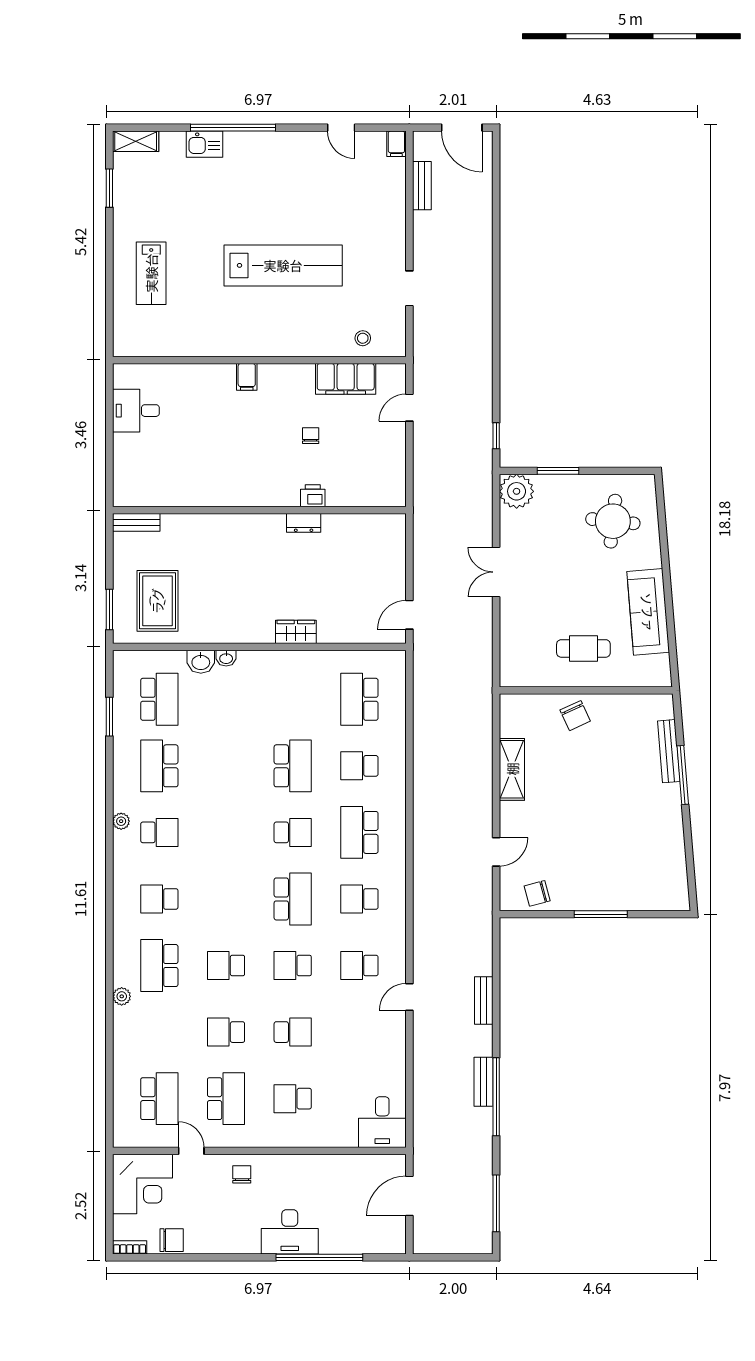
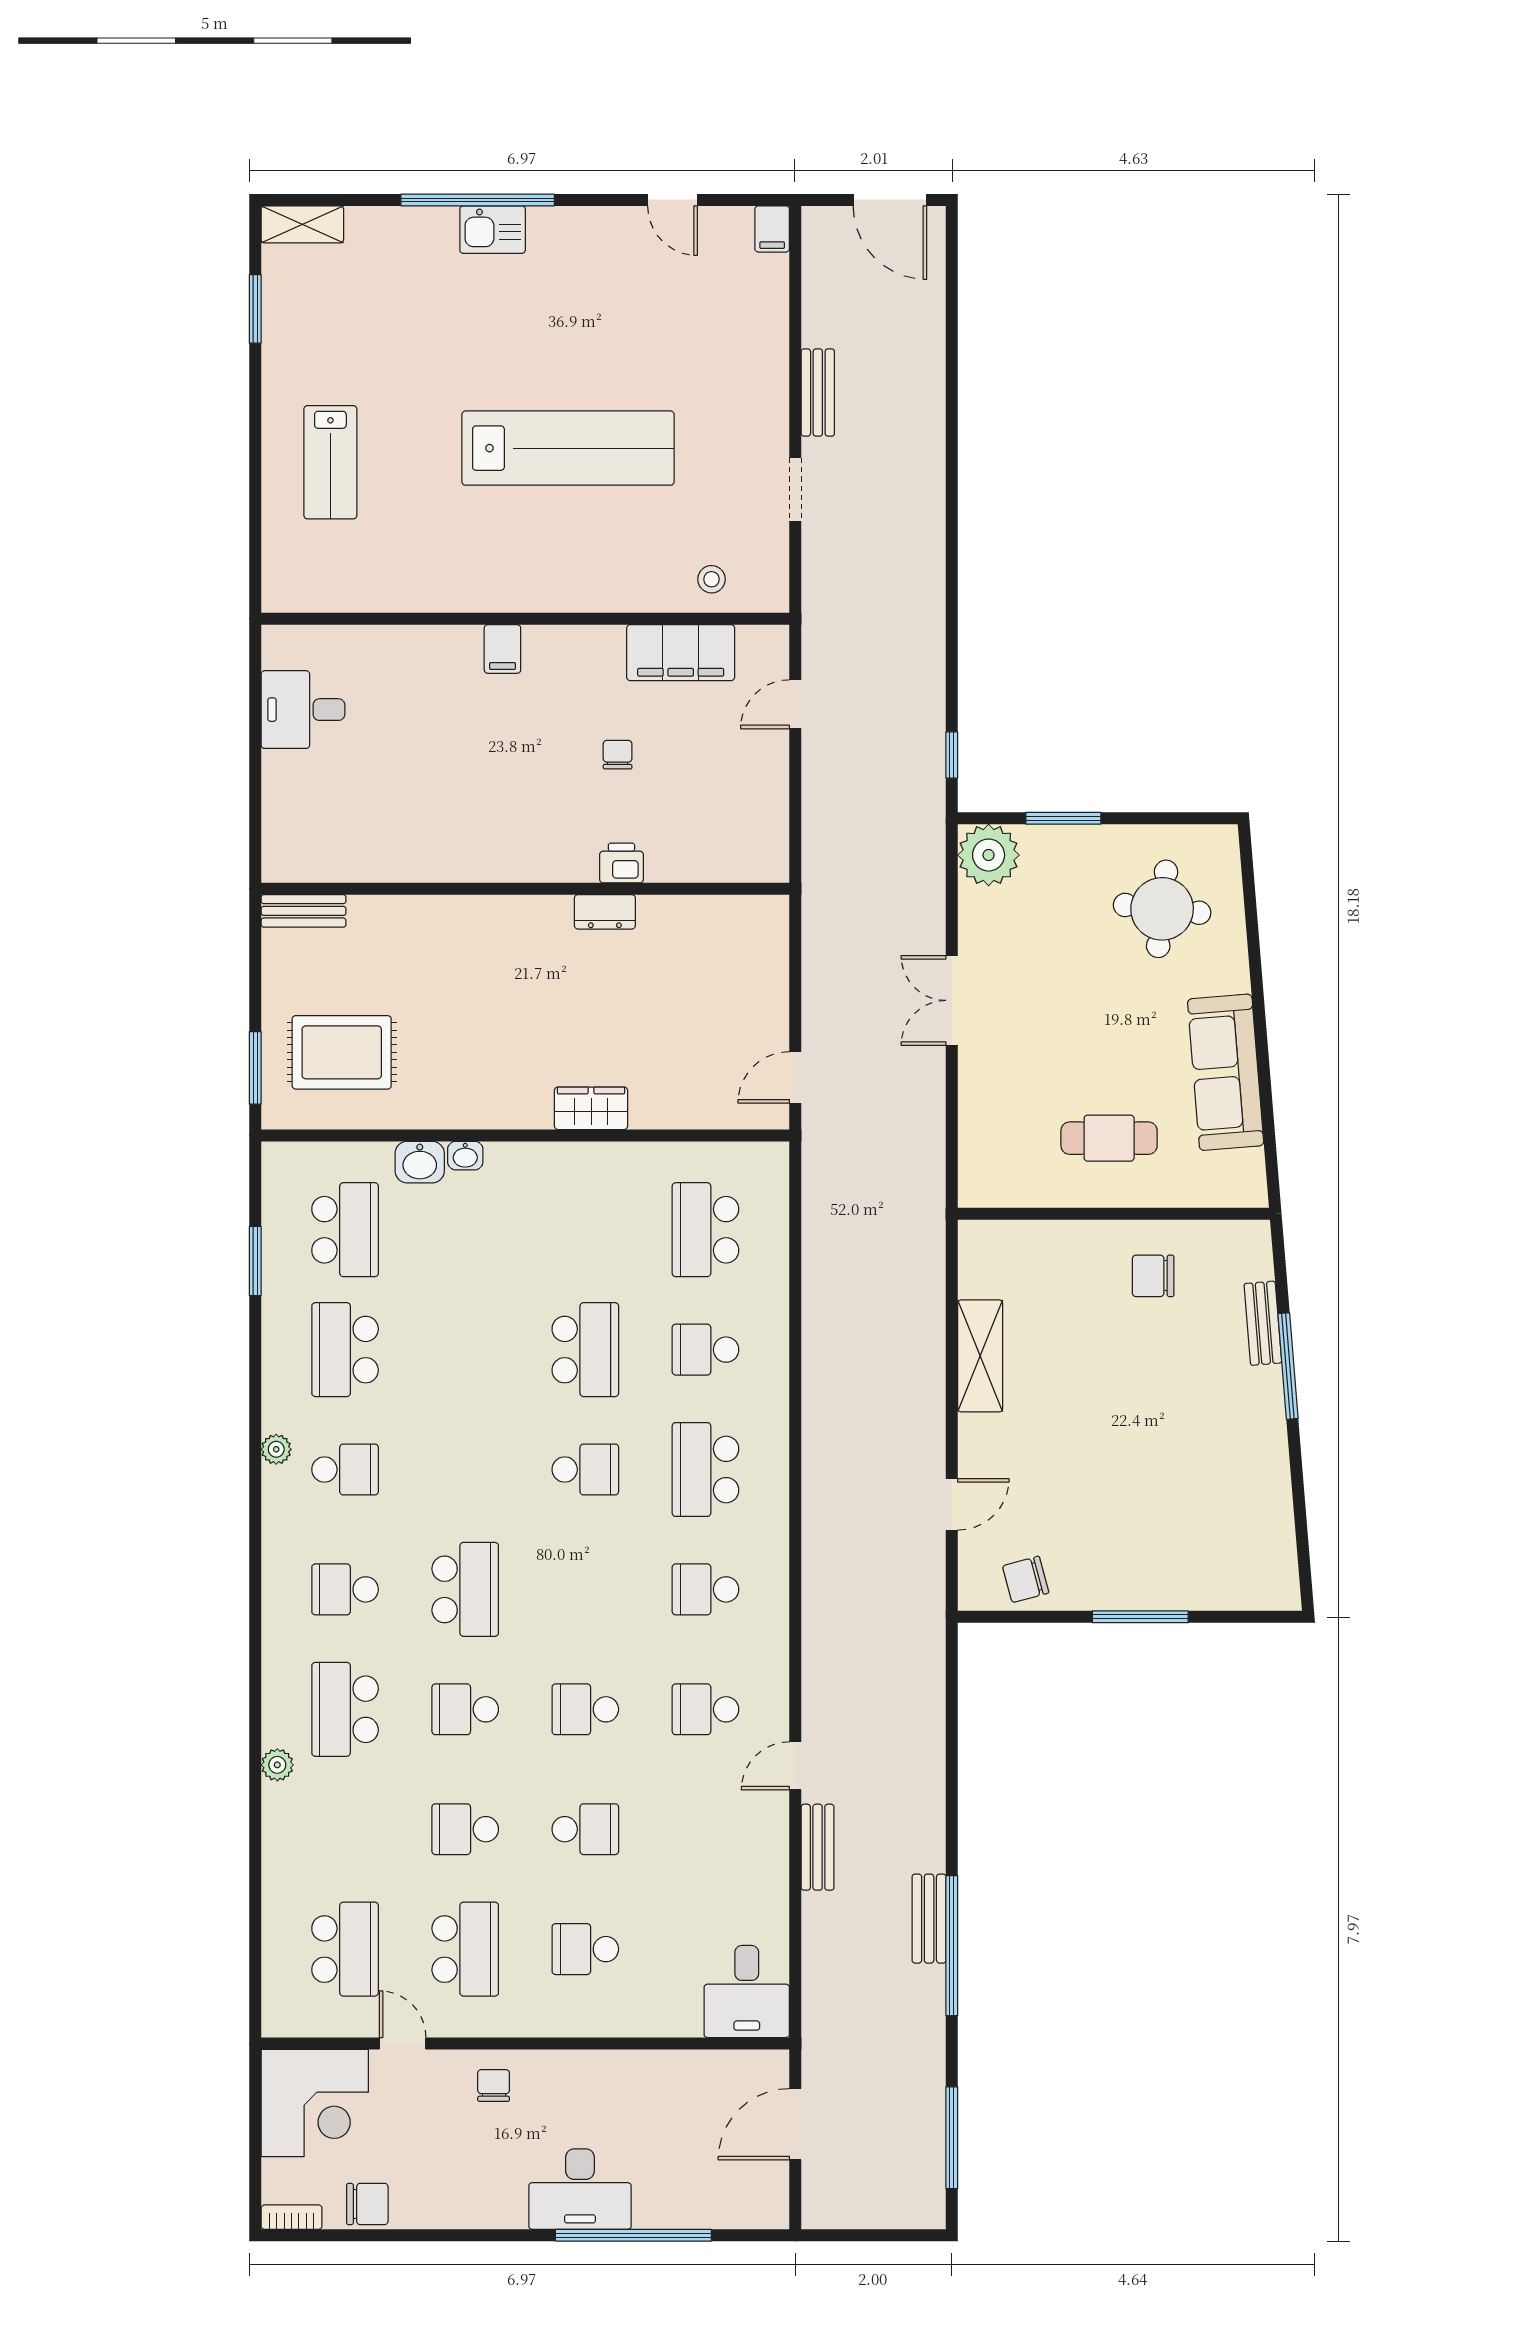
kitchen sink: (204, 144) -> (493, 230), moved
bench: (422, 186) -> (818, 392), moved
rug: (157, 601) -> (342, 1052), turned 90
chair: (575, 716) -> (1153, 1276), moved, turned 115
bench: (669, 751) -> (1263, 1323), width x0.73
school desk: (293, 899) -> (465, 1589), moved
bench: (484, 1001) -> (818, 1847), moved

